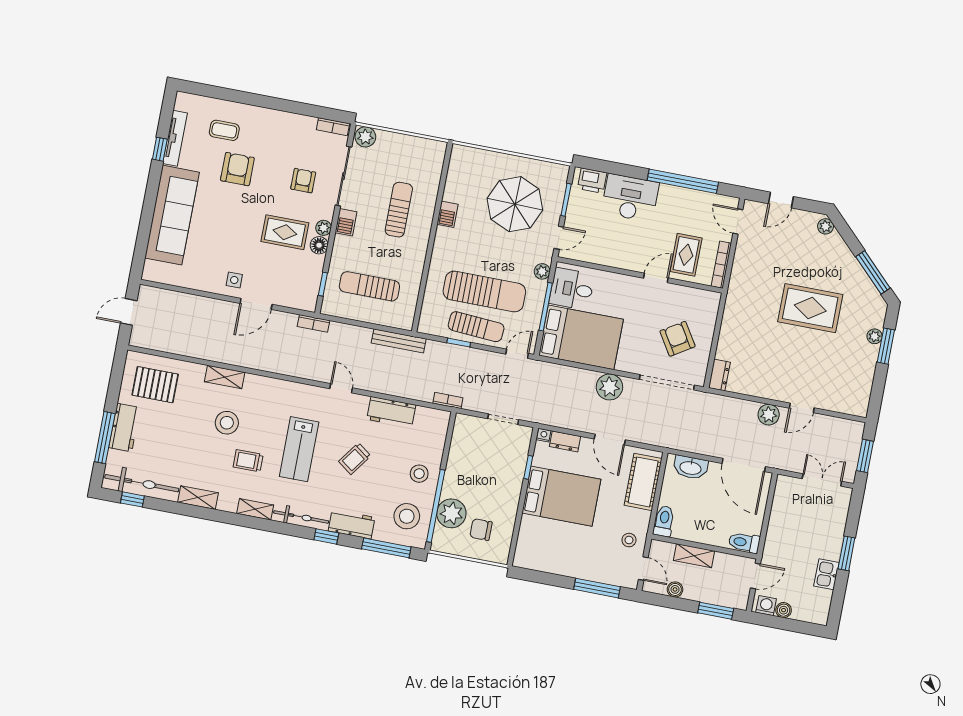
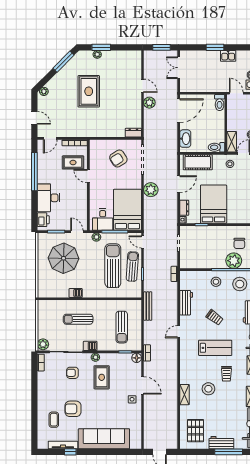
floor lamp: (319, 245) -> (137, 358), moved
shelving: (694, 556) -> (232, 142), moved

